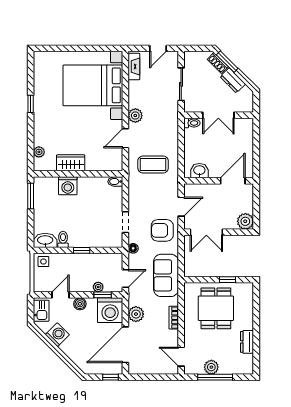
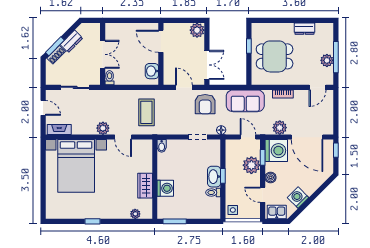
washbasin: (45, 240) -> (214, 177), moved
plant: (98, 287) -> (251, 165), width x1.88, depth x1.88

